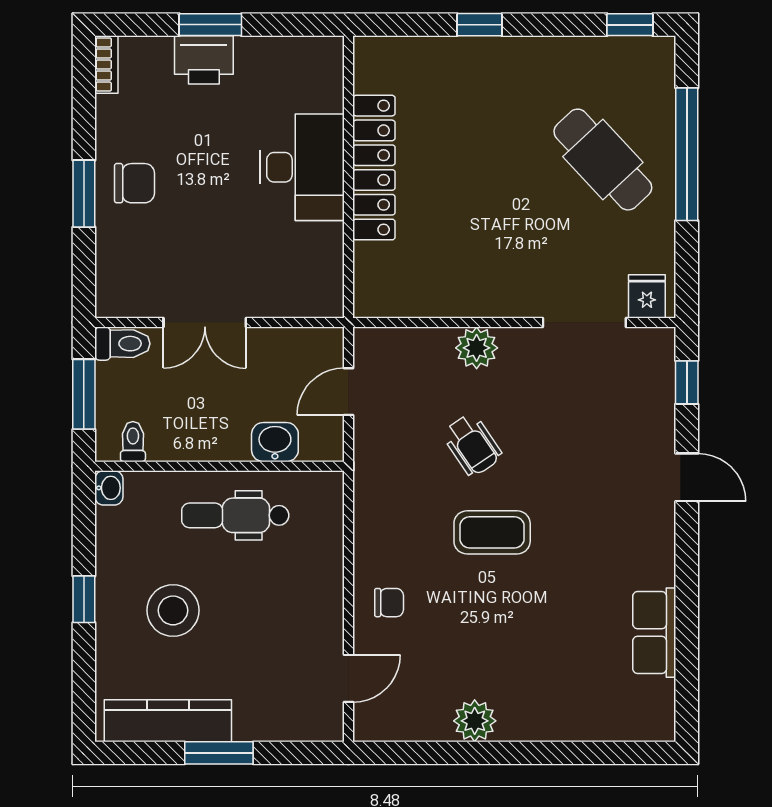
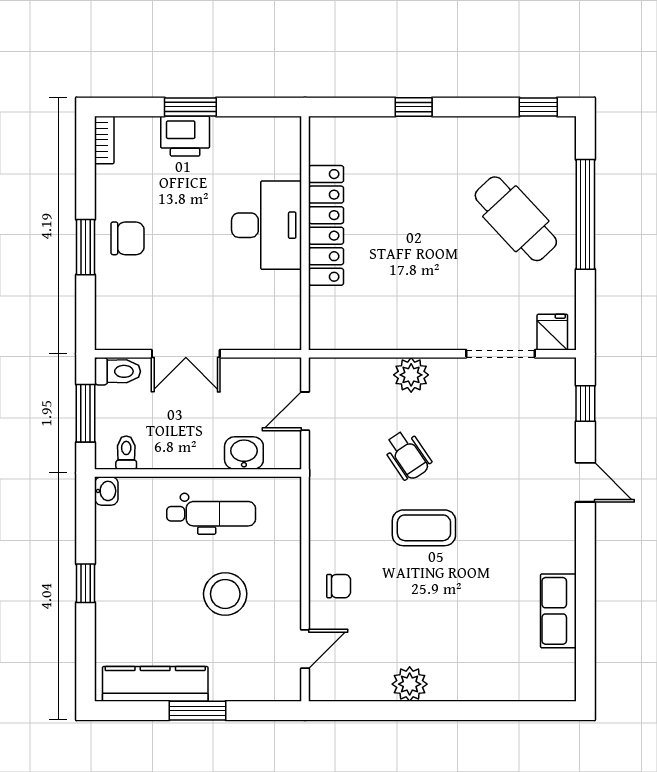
dental chair: (235, 515) -> (211, 514), turned 180
stool: (173, 610) -> (225, 594), moved

